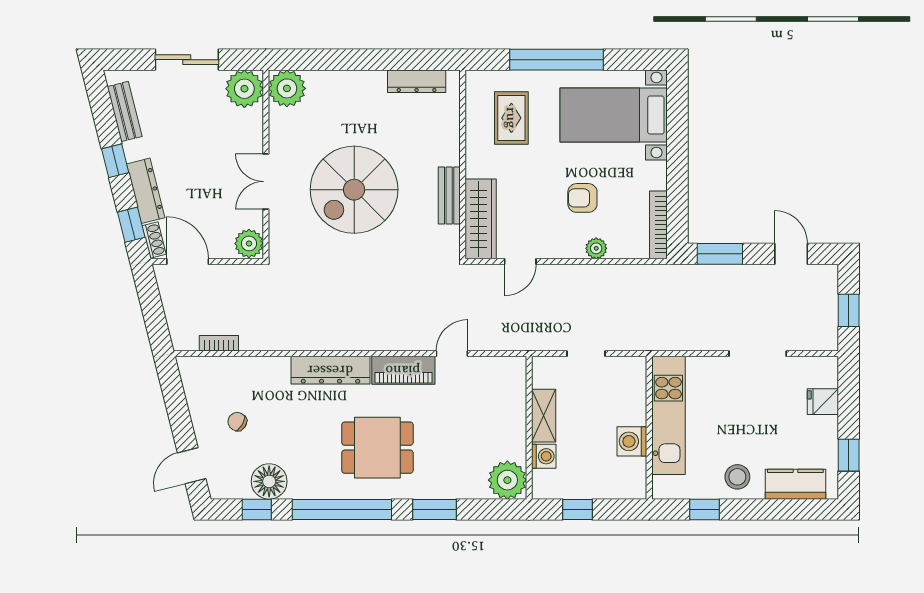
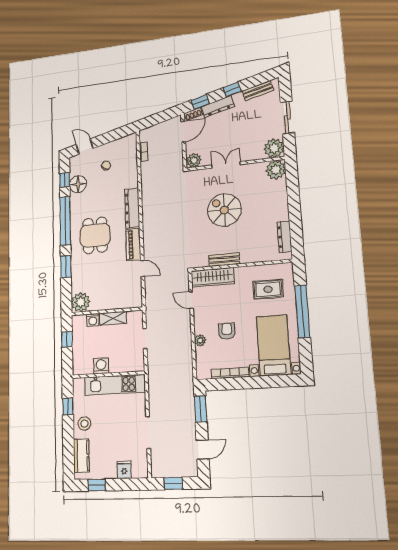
spiral stairs: (354, 190) -> (224, 210), width x0.73, depth x0.73
bookcase: (658, 225) -> (230, 373), moved

